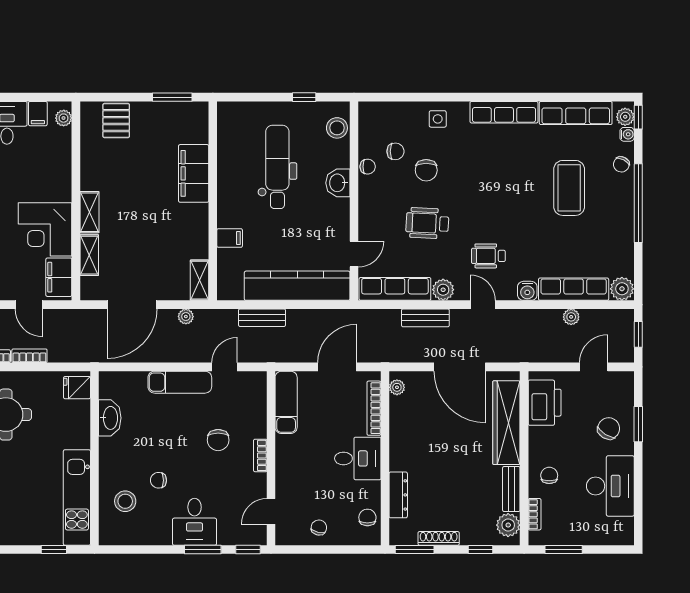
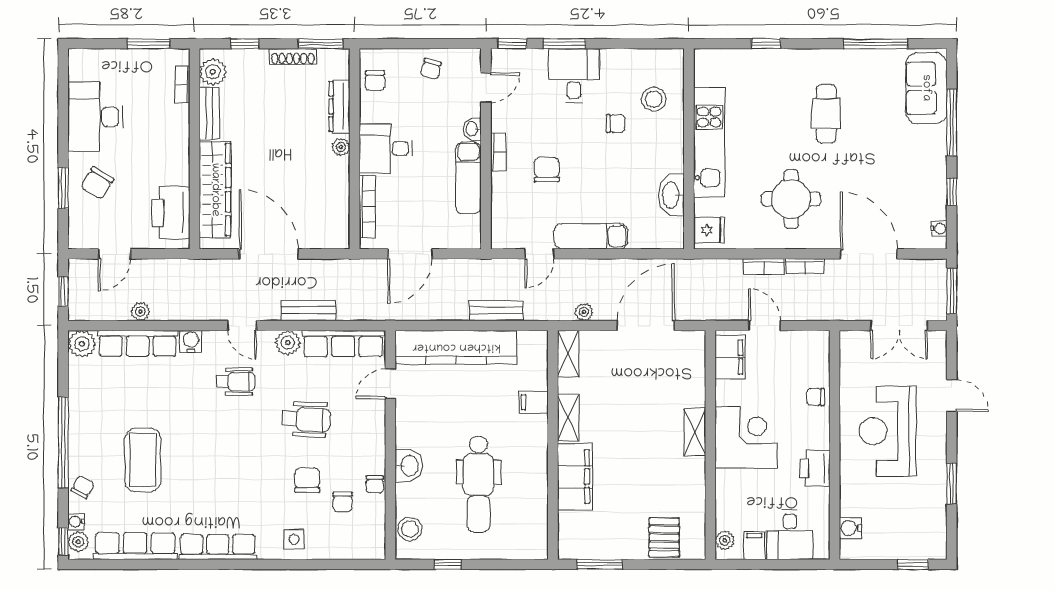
chair: (395, 151) -> (343, 502), turned -90
chair: (368, 167) -> (375, 484), turned -90
corner desk: (45, 229) -> (746, 437), moved
shelving: (89, 255) -> (568, 418), moved
plant: (397, 387) -> (341, 147), moved
exam couch: (286, 402) -> (469, 178), moved
chair: (549, 475) -> (166, 129), removed
washbasin: (283, 476) -> (472, 129), added
kitchen unit: (77, 497) -> (709, 142), moved
window: (54, 550) -> (766, 44), moved

